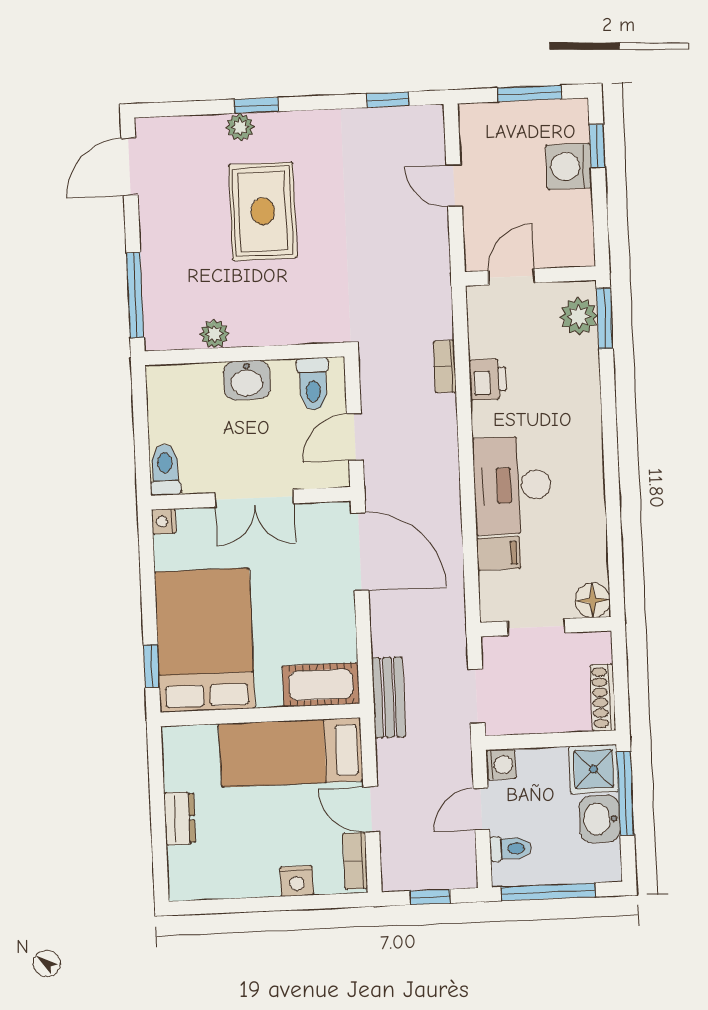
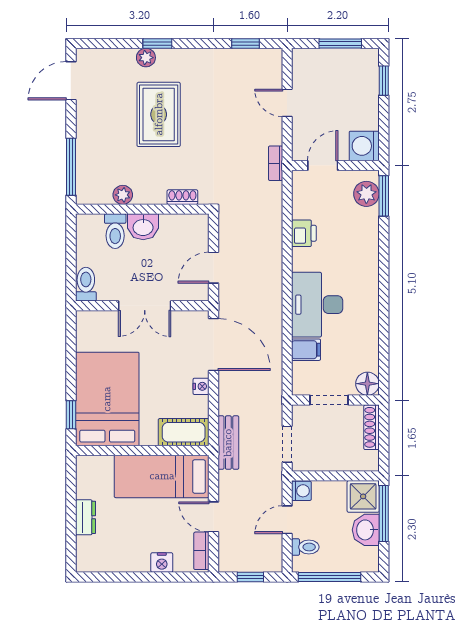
washing machine: (569, 166) -> (364, 146), moved
shoe rack: (304, 333) -> (182, 197), added
bookcase: (445, 367) -> (276, 163), moved
toilet: (313, 384) -> (115, 231), moved
nightstand: (164, 522) -> (201, 386), moved, turned 180
shoe rack: (603, 697) -> (372, 427), moved

